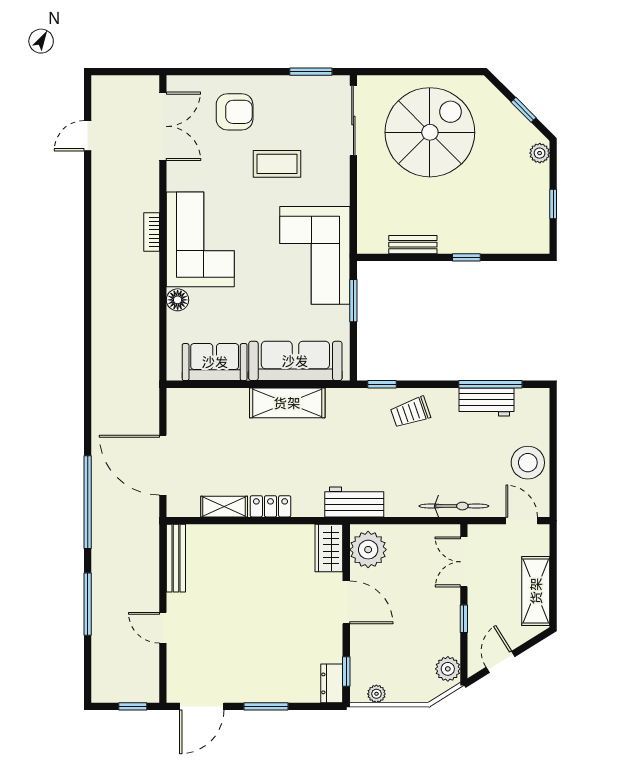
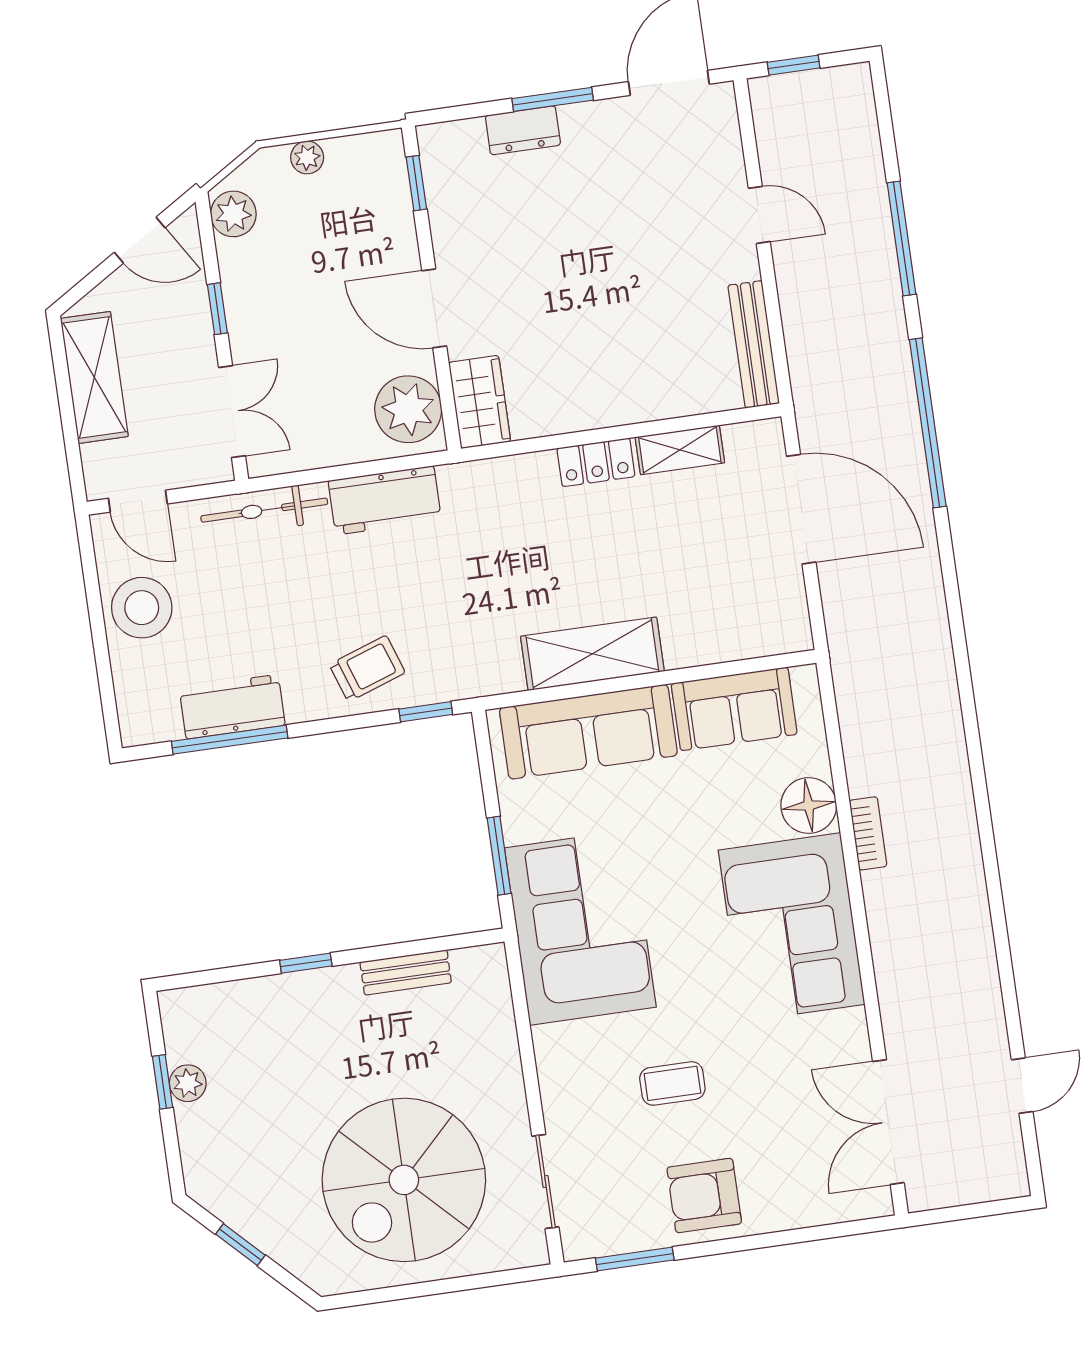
armchair: (235, 112) -> (704, 1196), moved
sliding door: (353, 121) -> (545, 1182), width x0.73
plant: (540, 153) -> (188, 1083), moved
coffee table: (277, 164) -> (672, 1083), width x0.73, depth x0.77
bookcase: (152, 232) -> (868, 833), moved
floor lamp: (178, 300) -> (809, 805), width x1.38, depth x1.38
workbench: (354, 502) -> (385, 500), moved
door: (501, 662) -> (140, 240), hinge flipped
dresser: (332, 683) -> (523, 130), moved, turned 90
plant: (376, 694) -> (307, 157), moved

